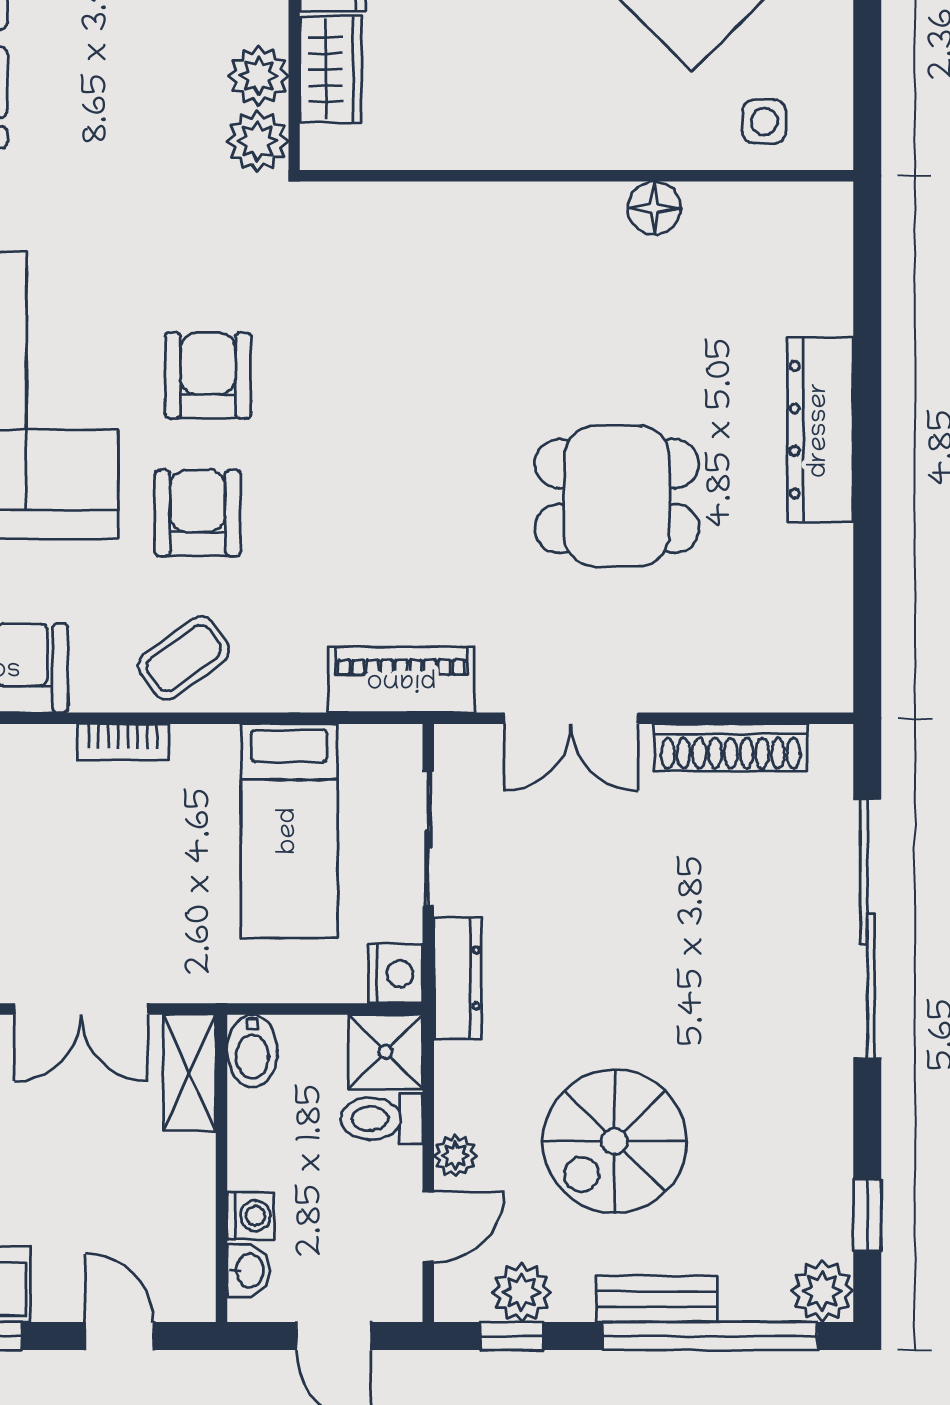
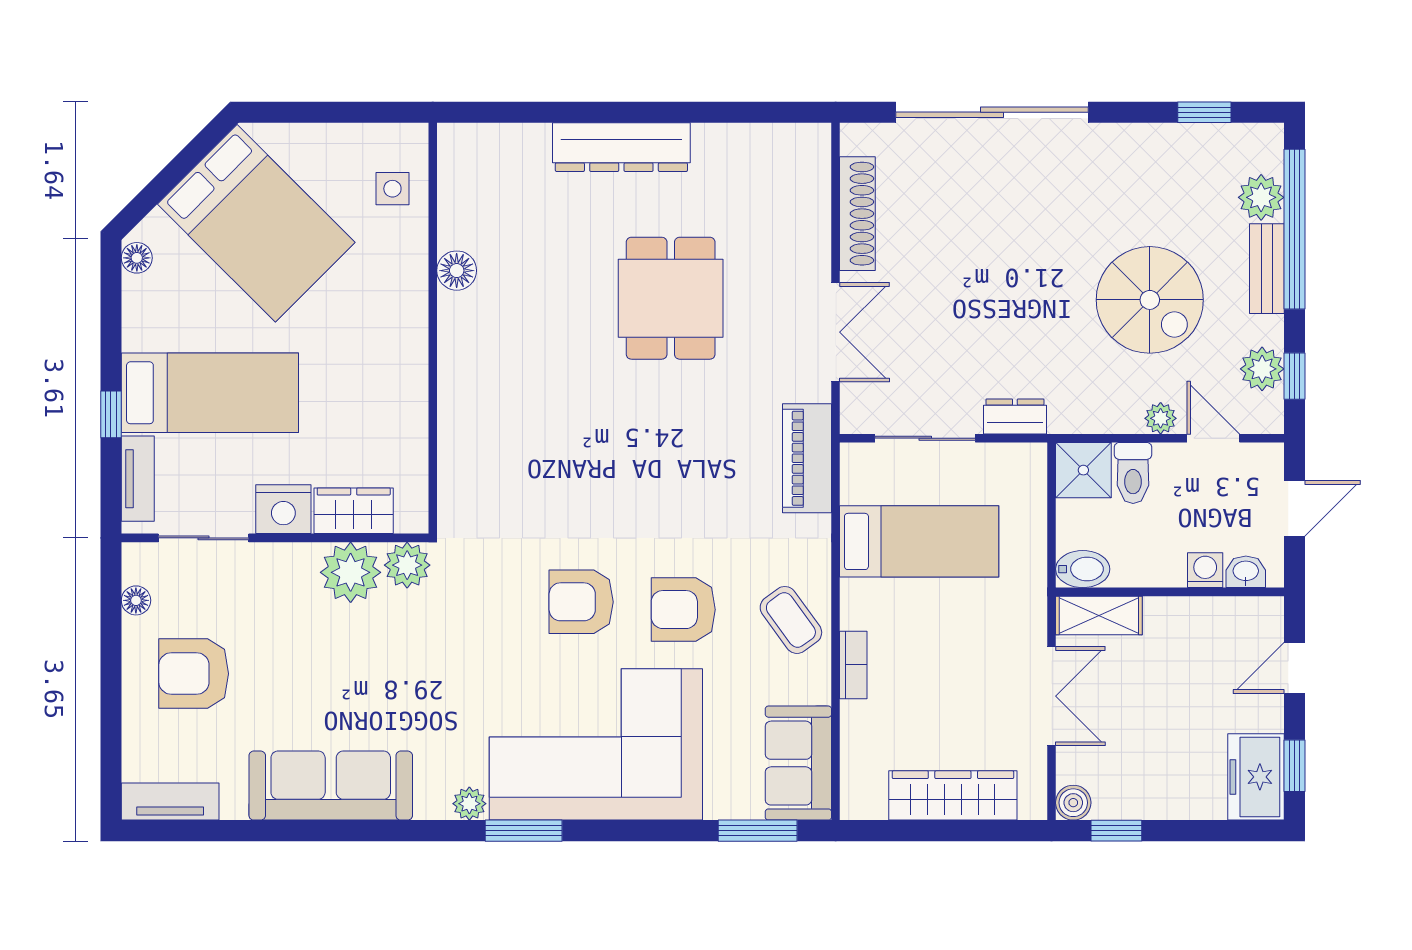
plant: (259, 76) -> (351, 572), width x1.36, depth x1.36
nightstand: (396, 974) -> (1025, 463), removed
dresser: (458, 978) -> (1015, 416), width x0.70
plant: (822, 1291) -> (1261, 197), moved

